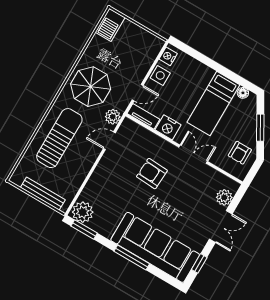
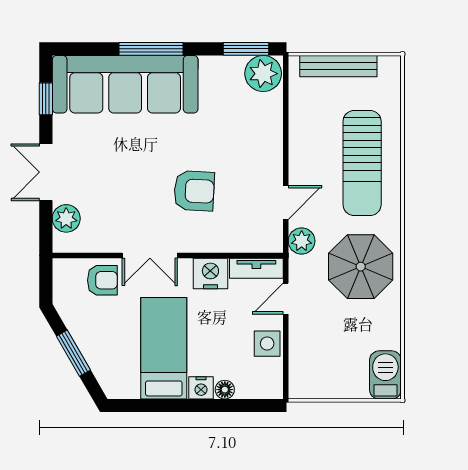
nightstand: (168, 56) -> (201, 388), moved, turned 90
floor lamp: (243, 93) -> (225, 390), moved
armchair: (240, 153) -> (102, 280), moved, turned 90

